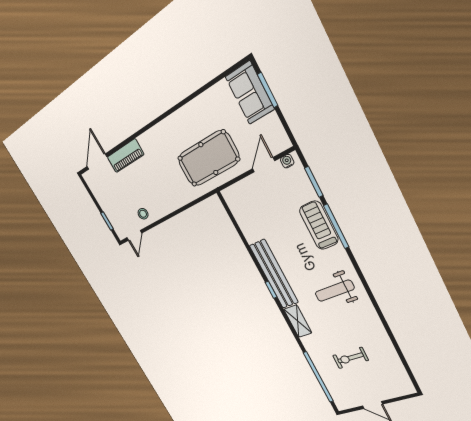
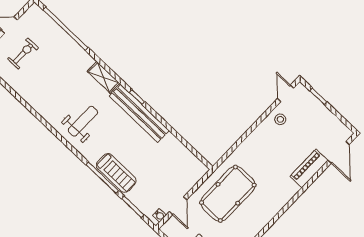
exercise bike: (350, 358) -> (23, 54), moved

